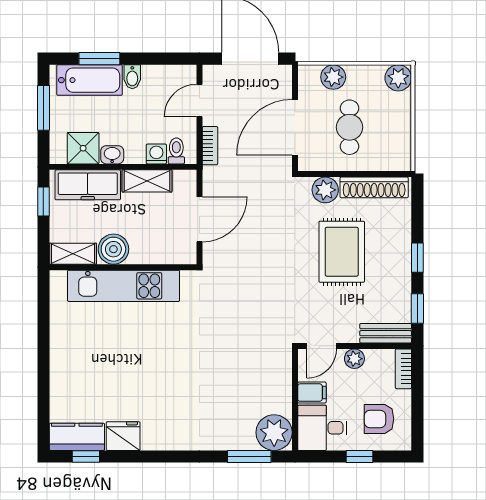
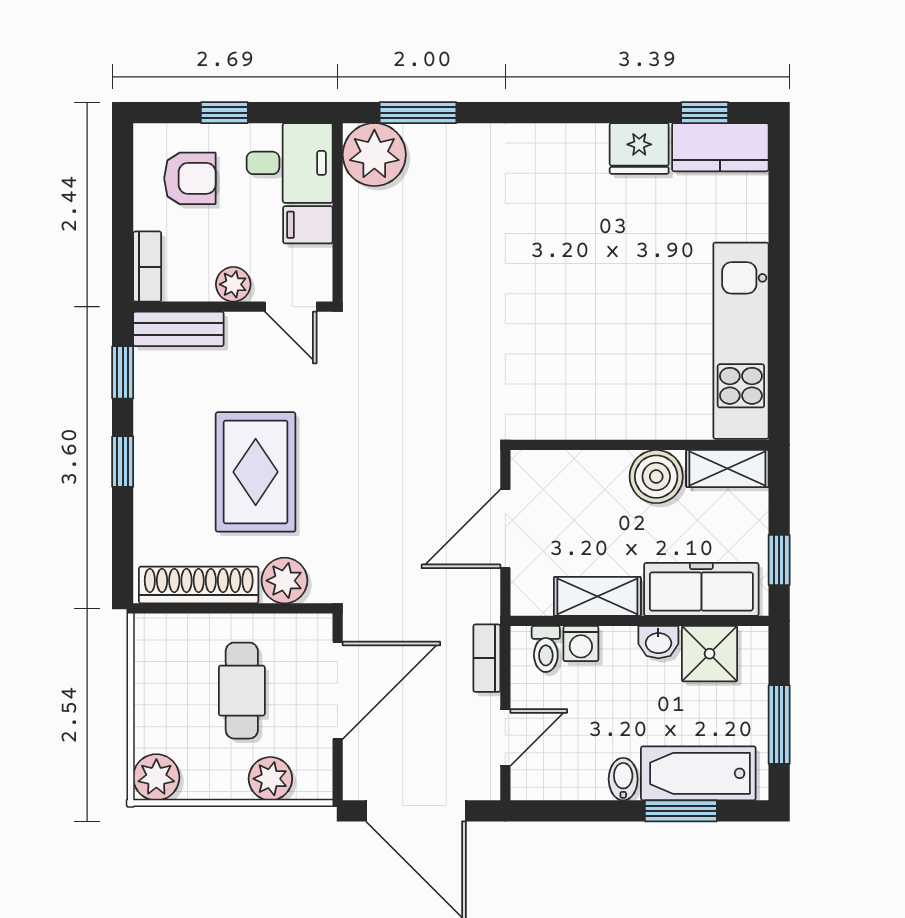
kitchen unit: (124, 286) -> (741, 341), moved, turned -90
door: (322, 346) -> (291, 307), swing flipped

